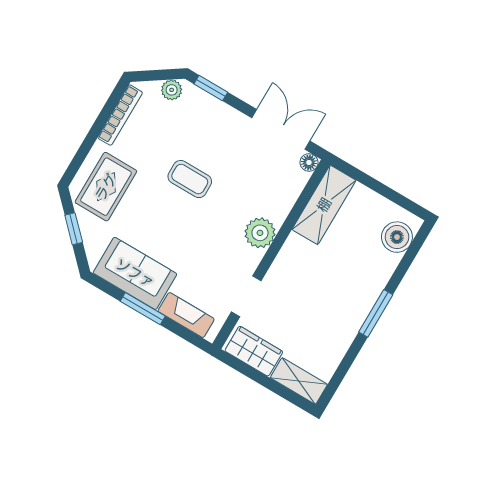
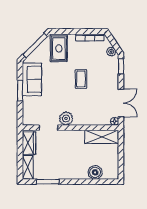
rug: (106, 187) -> (59, 48), turned 90
window: (74, 229) -> (35, 45), width x2.17
plant: (260, 233) -> (66, 118), moved
boiler: (397, 237) -> (95, 172), moved
window: (376, 313) -> (48, 182), moved
fireplace: (186, 315) -> (27, 109), removed

